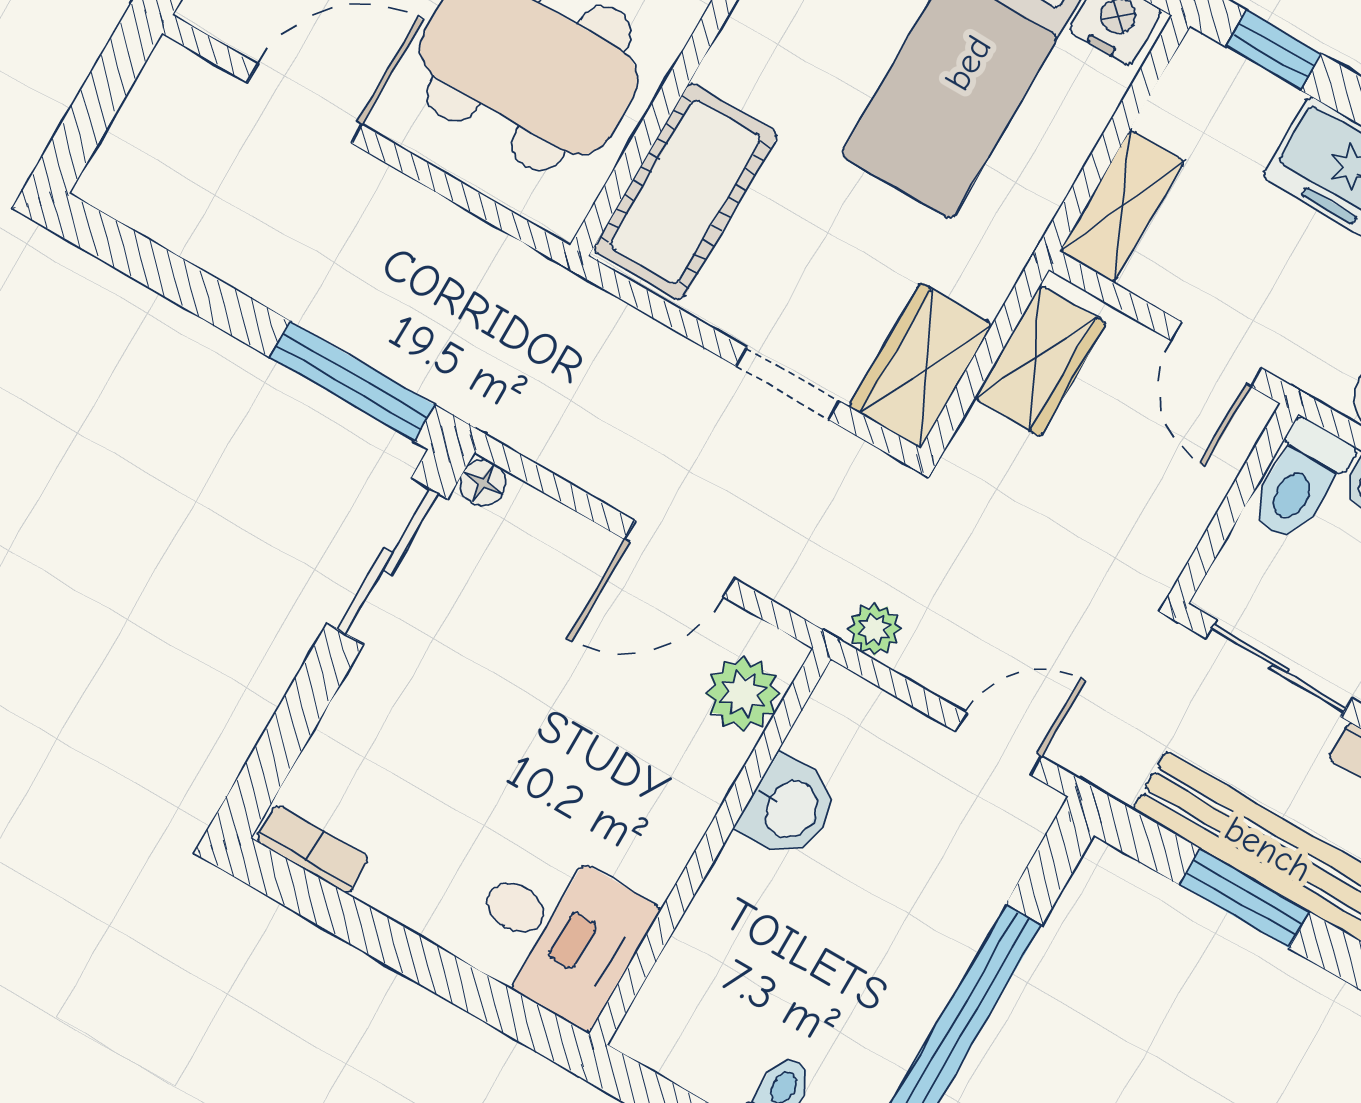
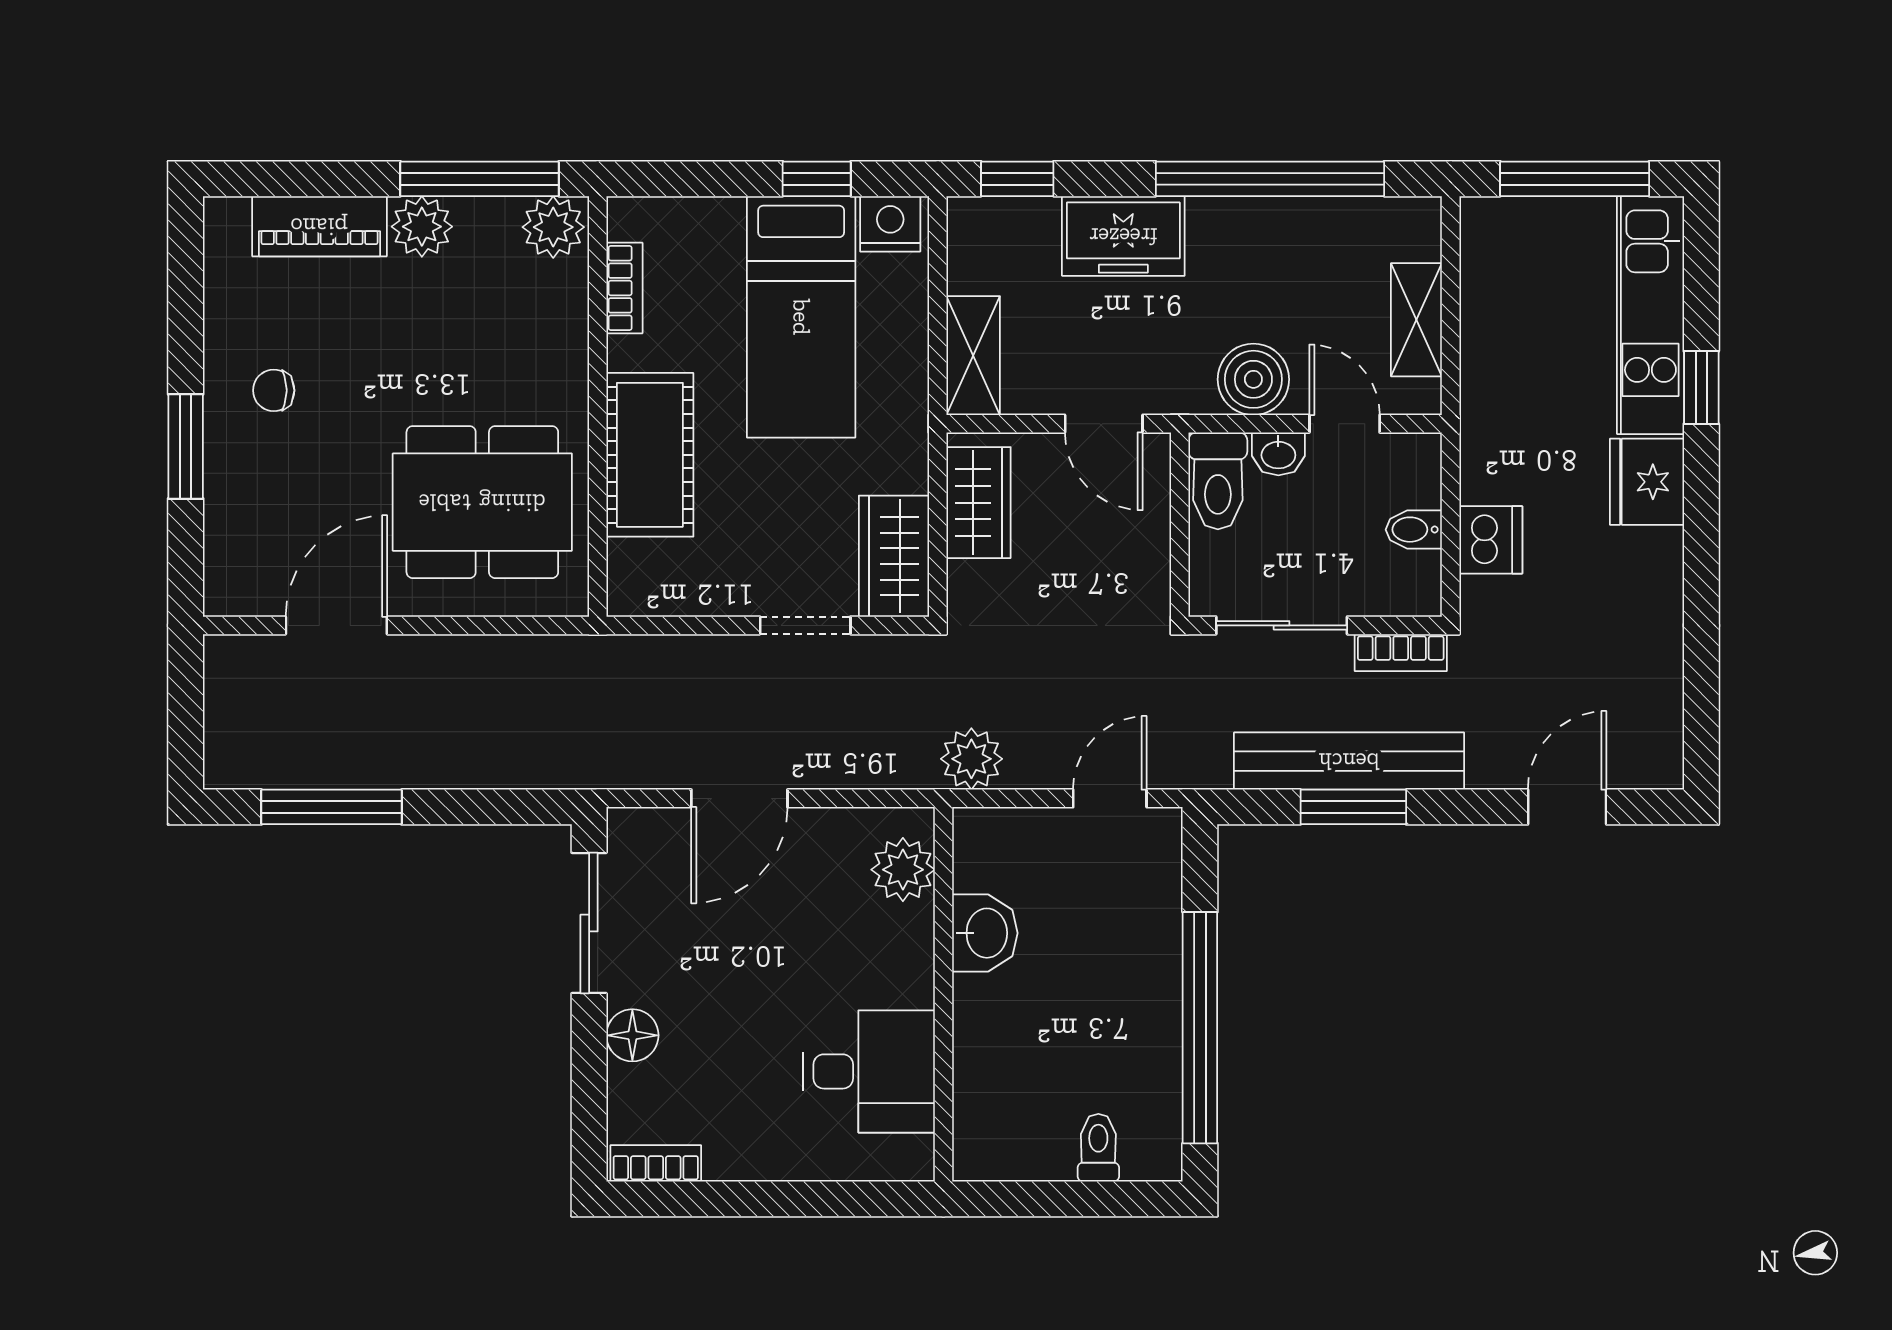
cot: (685, 192) -> (650, 455), moved
window: (352, 381) -> (332, 807), moved
floor lamp: (483, 483) -> (632, 1035), moved, width x1.37, depth x1.37
door: (679, 559) -> (739, 798), moved
plant: (875, 629) -> (971, 759), width x1.38, depth x1.38
desk: (558, 932) -> (869, 1071), moved

